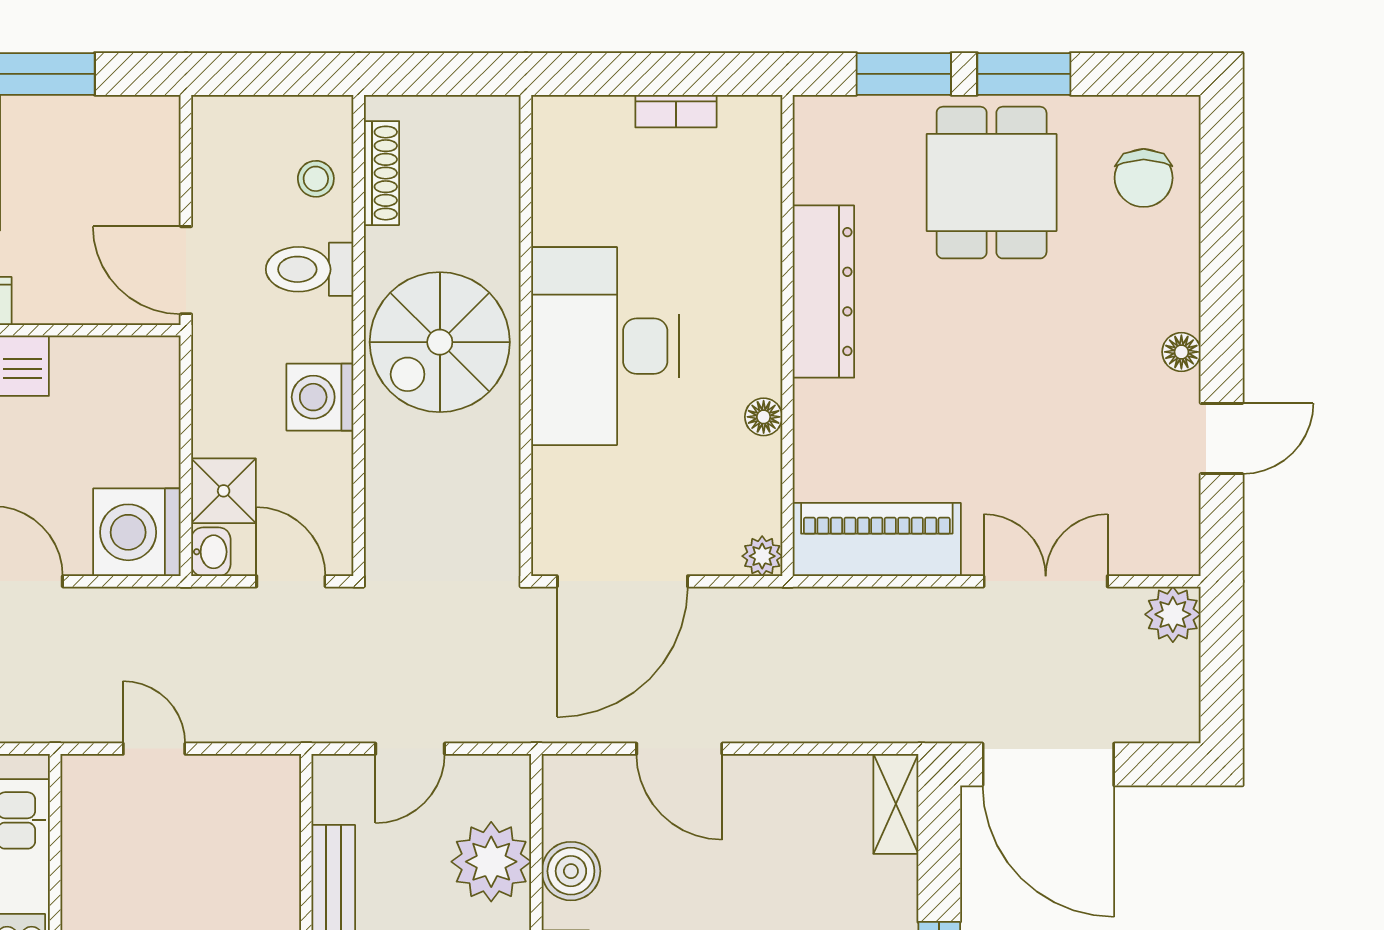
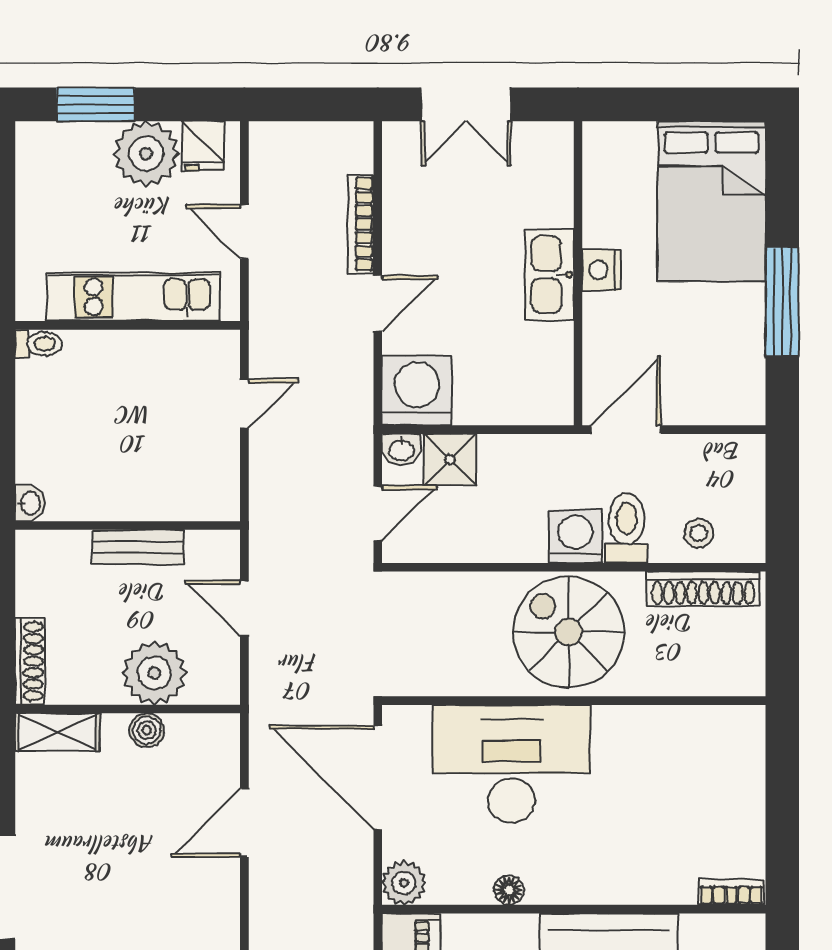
bookcase: (676, 111) -> (731, 892), moved, turned 90
shoe rack: (381, 173) -> (703, 589), width x1.36, depth x1.24
desk: (605, 346) -> (512, 764), moved
washing machine: (320, 397) -> (575, 536), moved
plant: (762, 556) -> (404, 883), width x1.38, depth x1.38
boiler: (571, 871) -> (147, 730), width x0.73, depth x0.73

